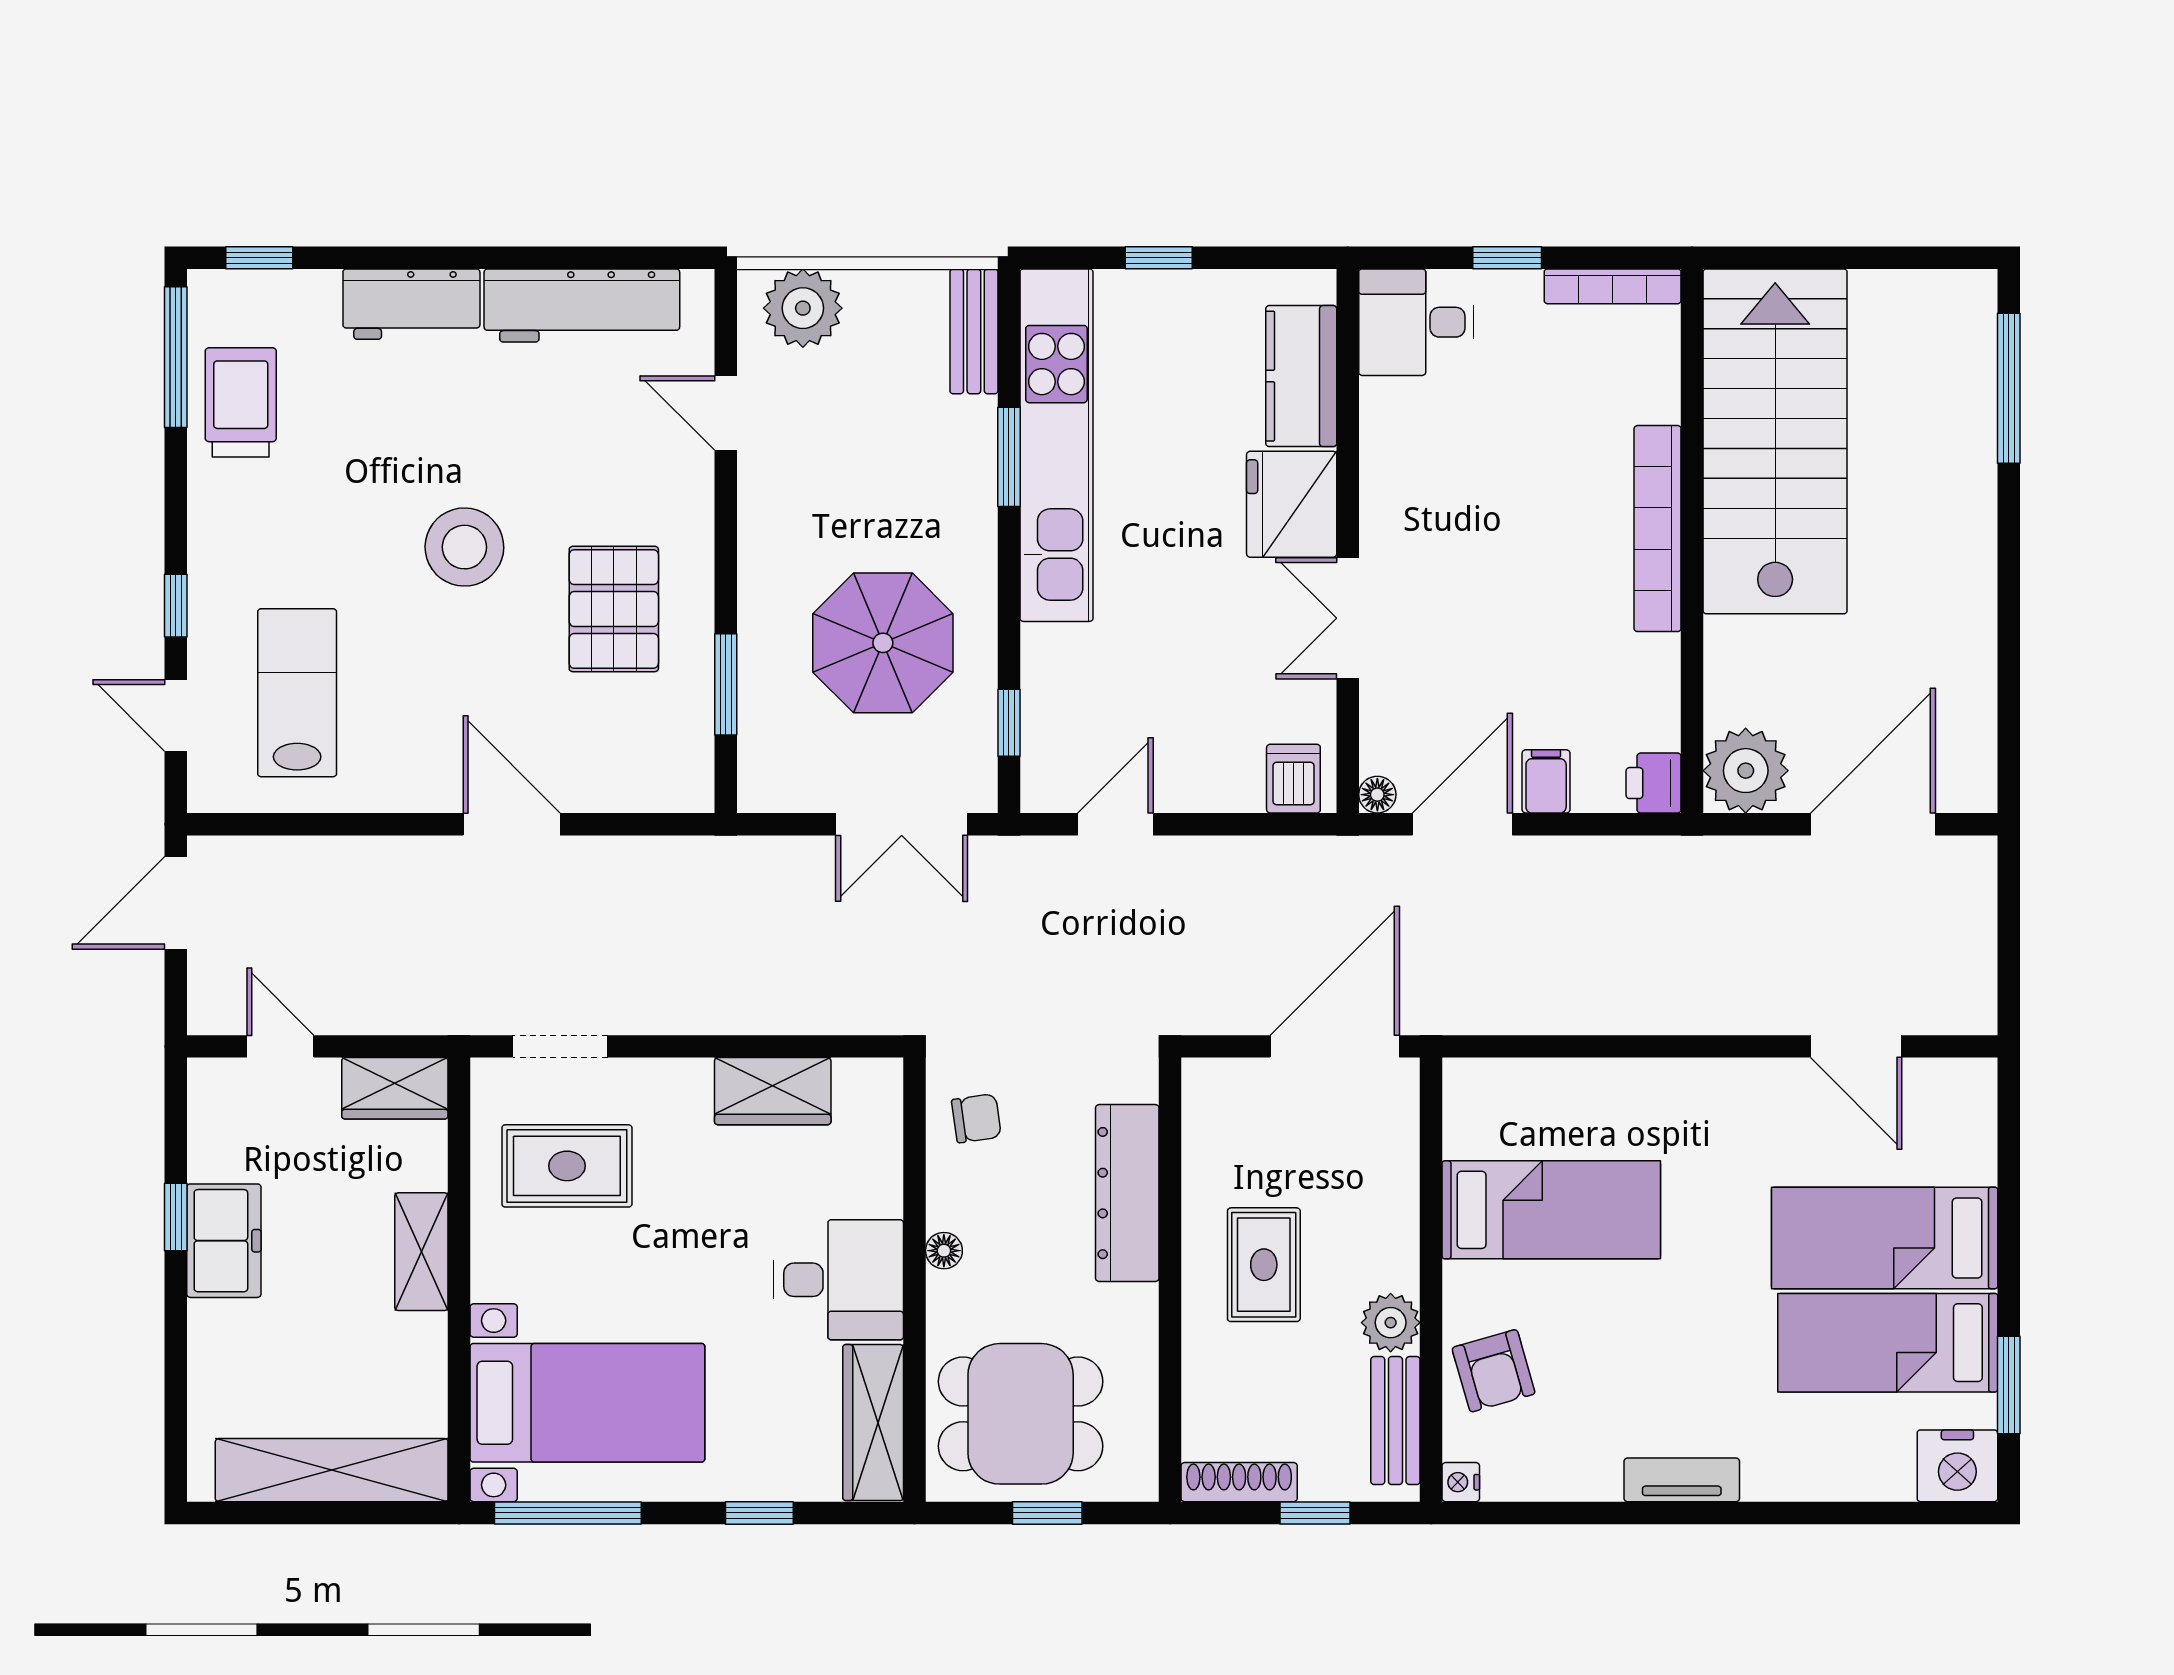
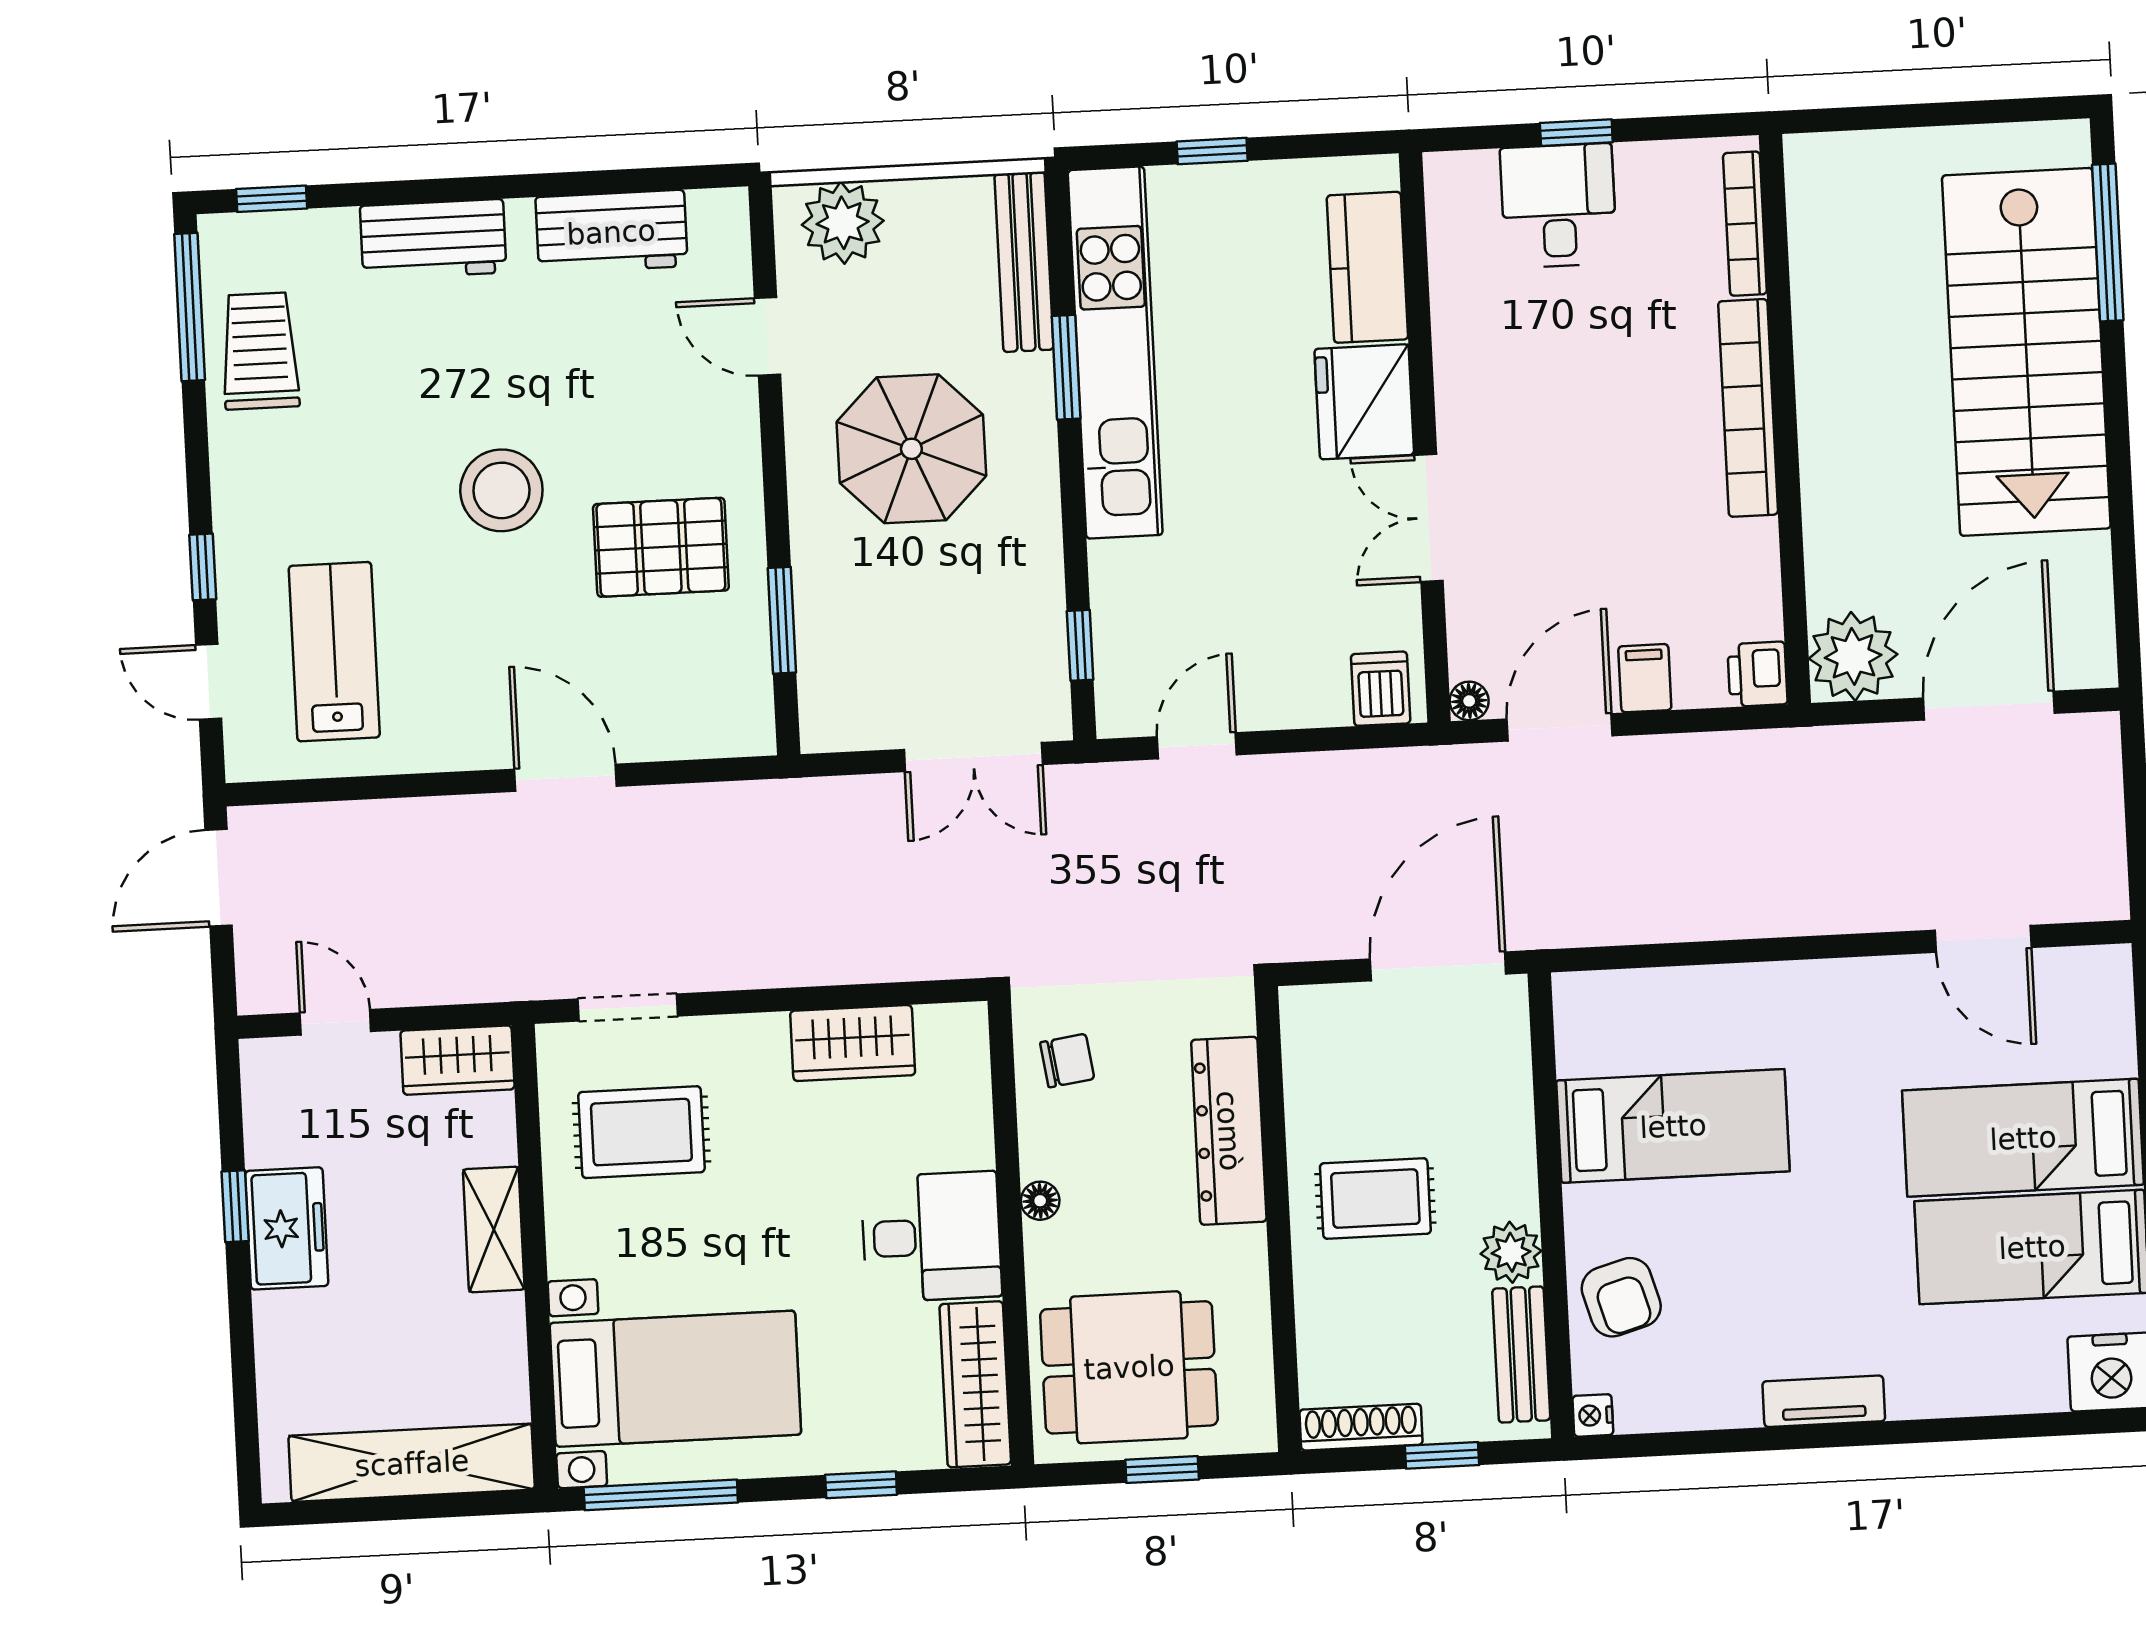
bookcase: (1613, 286) -> (1745, 224), moved, turned 90
workbench: (582, 306) -> (611, 232), width x0.73
desk: (1416, 322) -> (1558, 206), moved, turned 90
bench: (974, 331) -> (1024, 262), width x1.36
stairs: (1775, 441) -> (2026, 352), moved, turned 180
pallet: (614, 609) -> (661, 547), turned 90
parasol: (883, 643) -> (911, 449), moved
rug: (1264, 1265) -> (1375, 1199), turned 90

